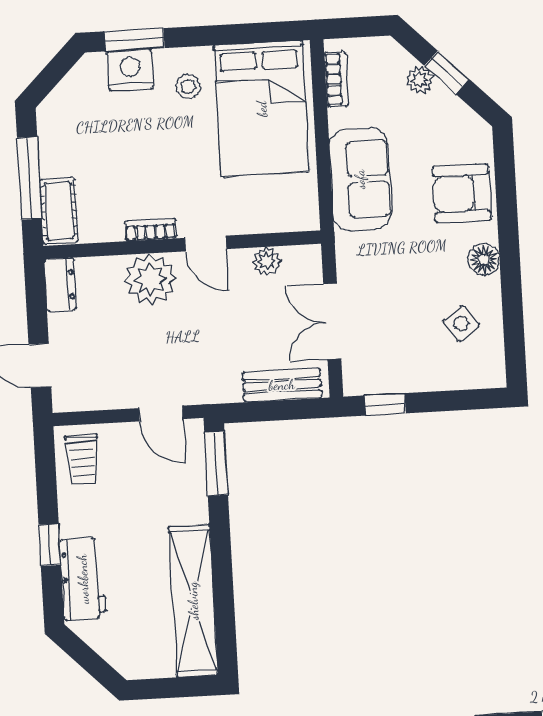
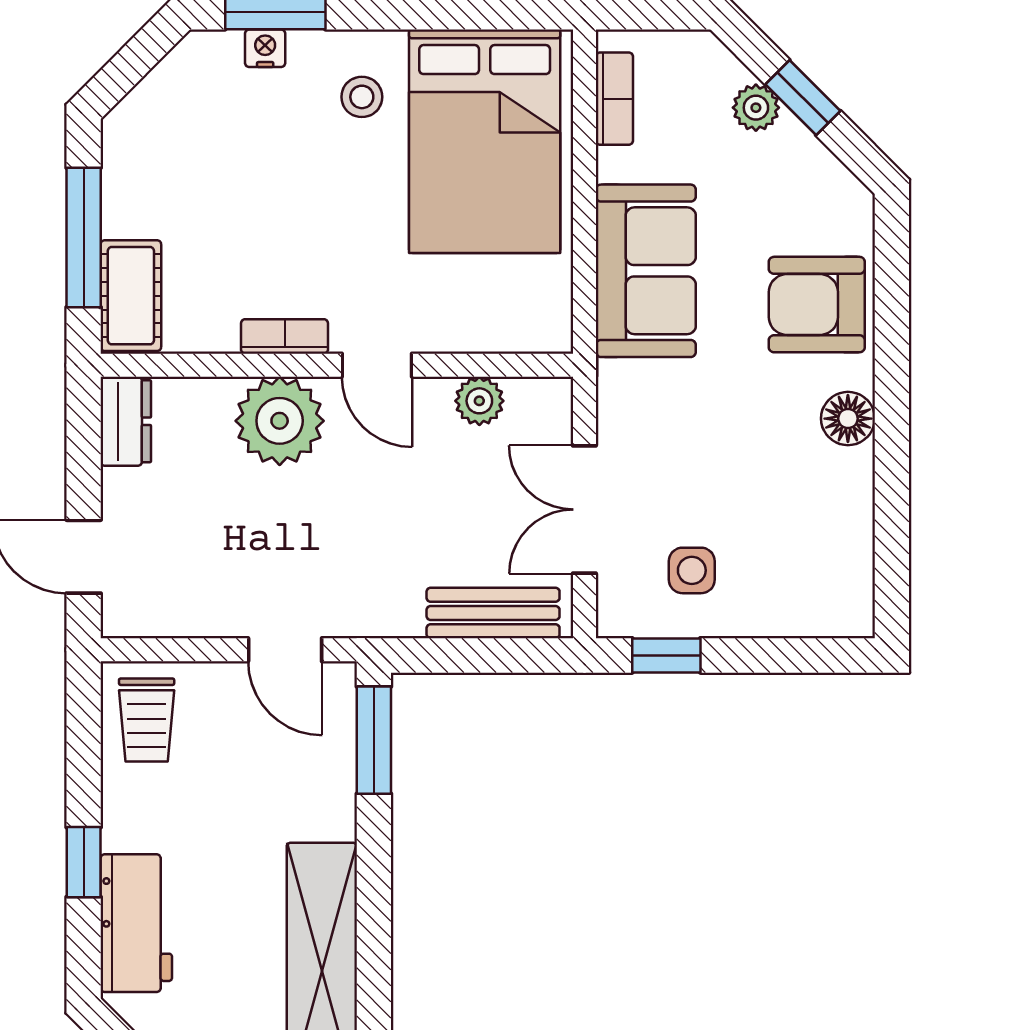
nightstand: (130, 70) -> (265, 48), width x0.53, depth x0.56
side table: (461, 323) -> (692, 570), moved, turned 36

